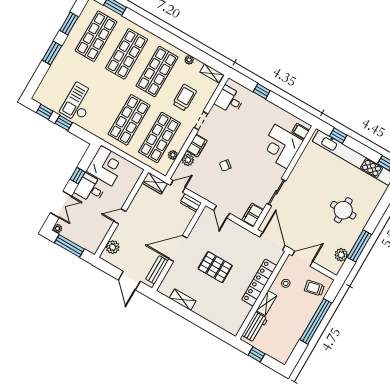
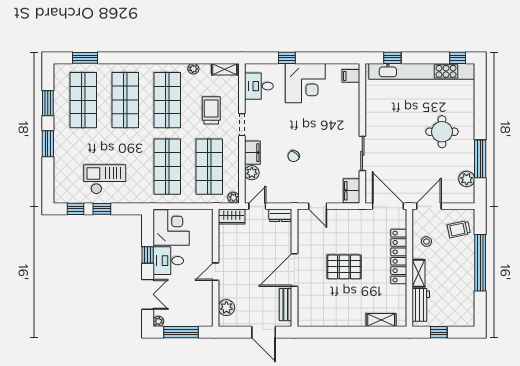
checkout: (78, 103) -> (105, 179), turned 90
corner desk: (281, 147) -> (305, 83), moved, turned -90
plant: (173, 155) -> (233, 198), moved
shelving: (183, 300) -> (381, 320), moved

